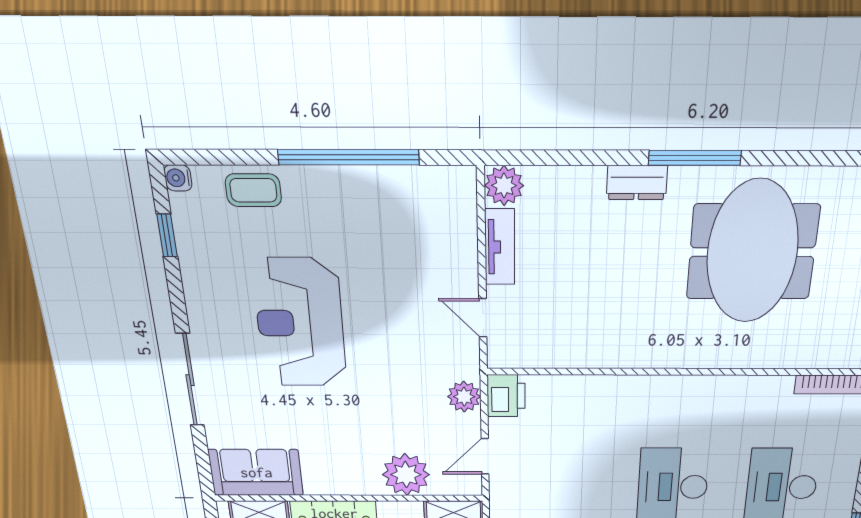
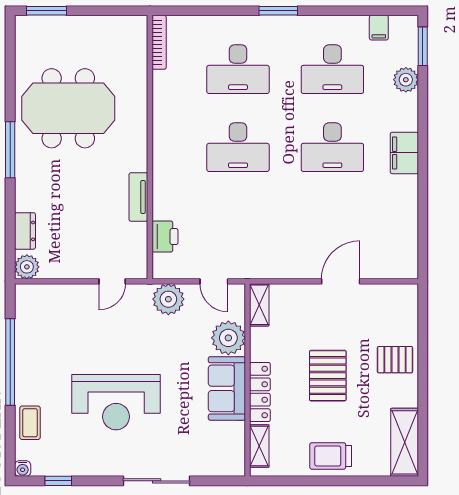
dresser: (637, 183) -> (25, 231), moved
tv unit: (500, 247) -> (138, 197), moved, turned -90
printer: (506, 396) -> (165, 237), moved, turned 90
plant: (464, 397) -> (168, 299), width x1.36, depth x1.36
sofa: (256, 472) -> (227, 388), moved

